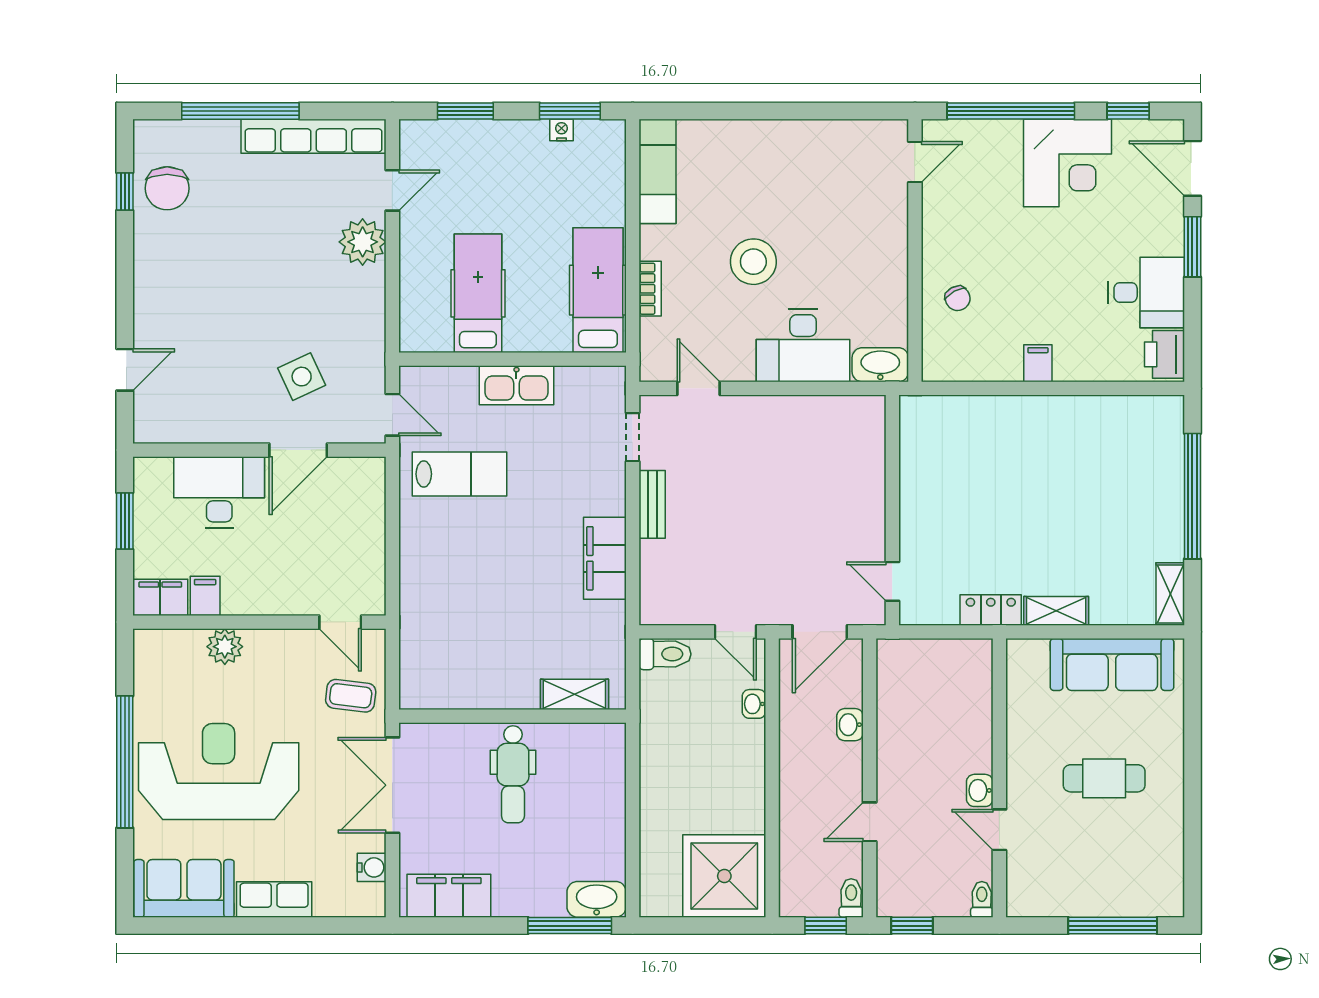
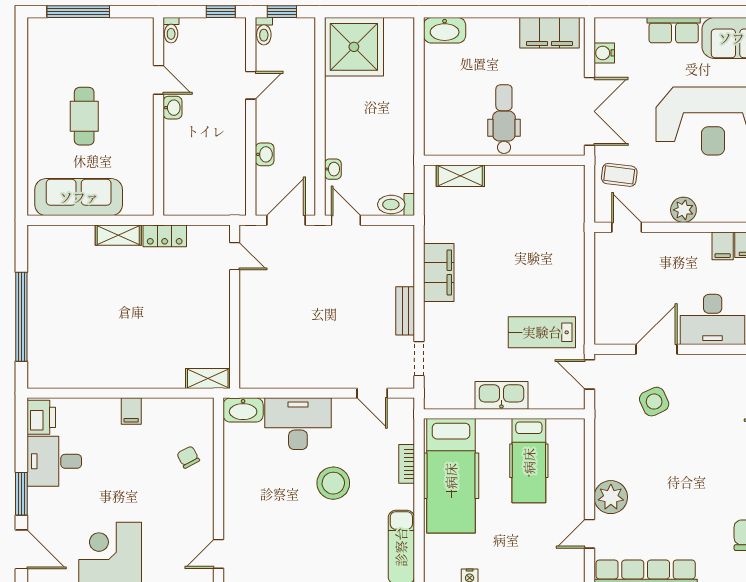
hospital bed: (598, 290) -> (451, 476), width x1.37, depth x1.29
shelving: (1170, 594) -> (208, 378), moved, turned 90
plant: (225, 647) -> (683, 210), moved
cafe table: (1104, 778) -> (84, 116), turned 90
window: (570, 926) -> (464, 12), removed

